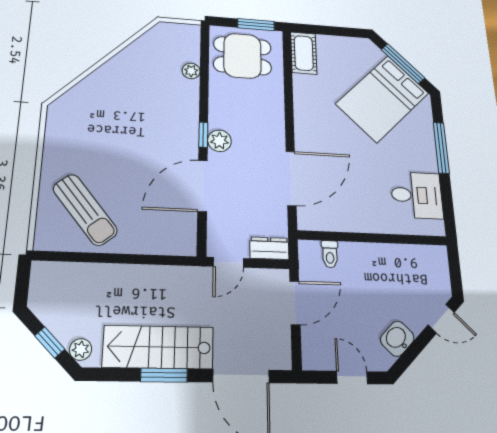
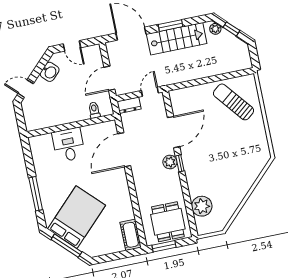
dining table: (242, 56) -> (168, 222), turned 90
plant: (191, 71) -> (202, 206), width x1.87, depth x1.87
desk: (417, 195) -> (69, 145), moved, turned 90

